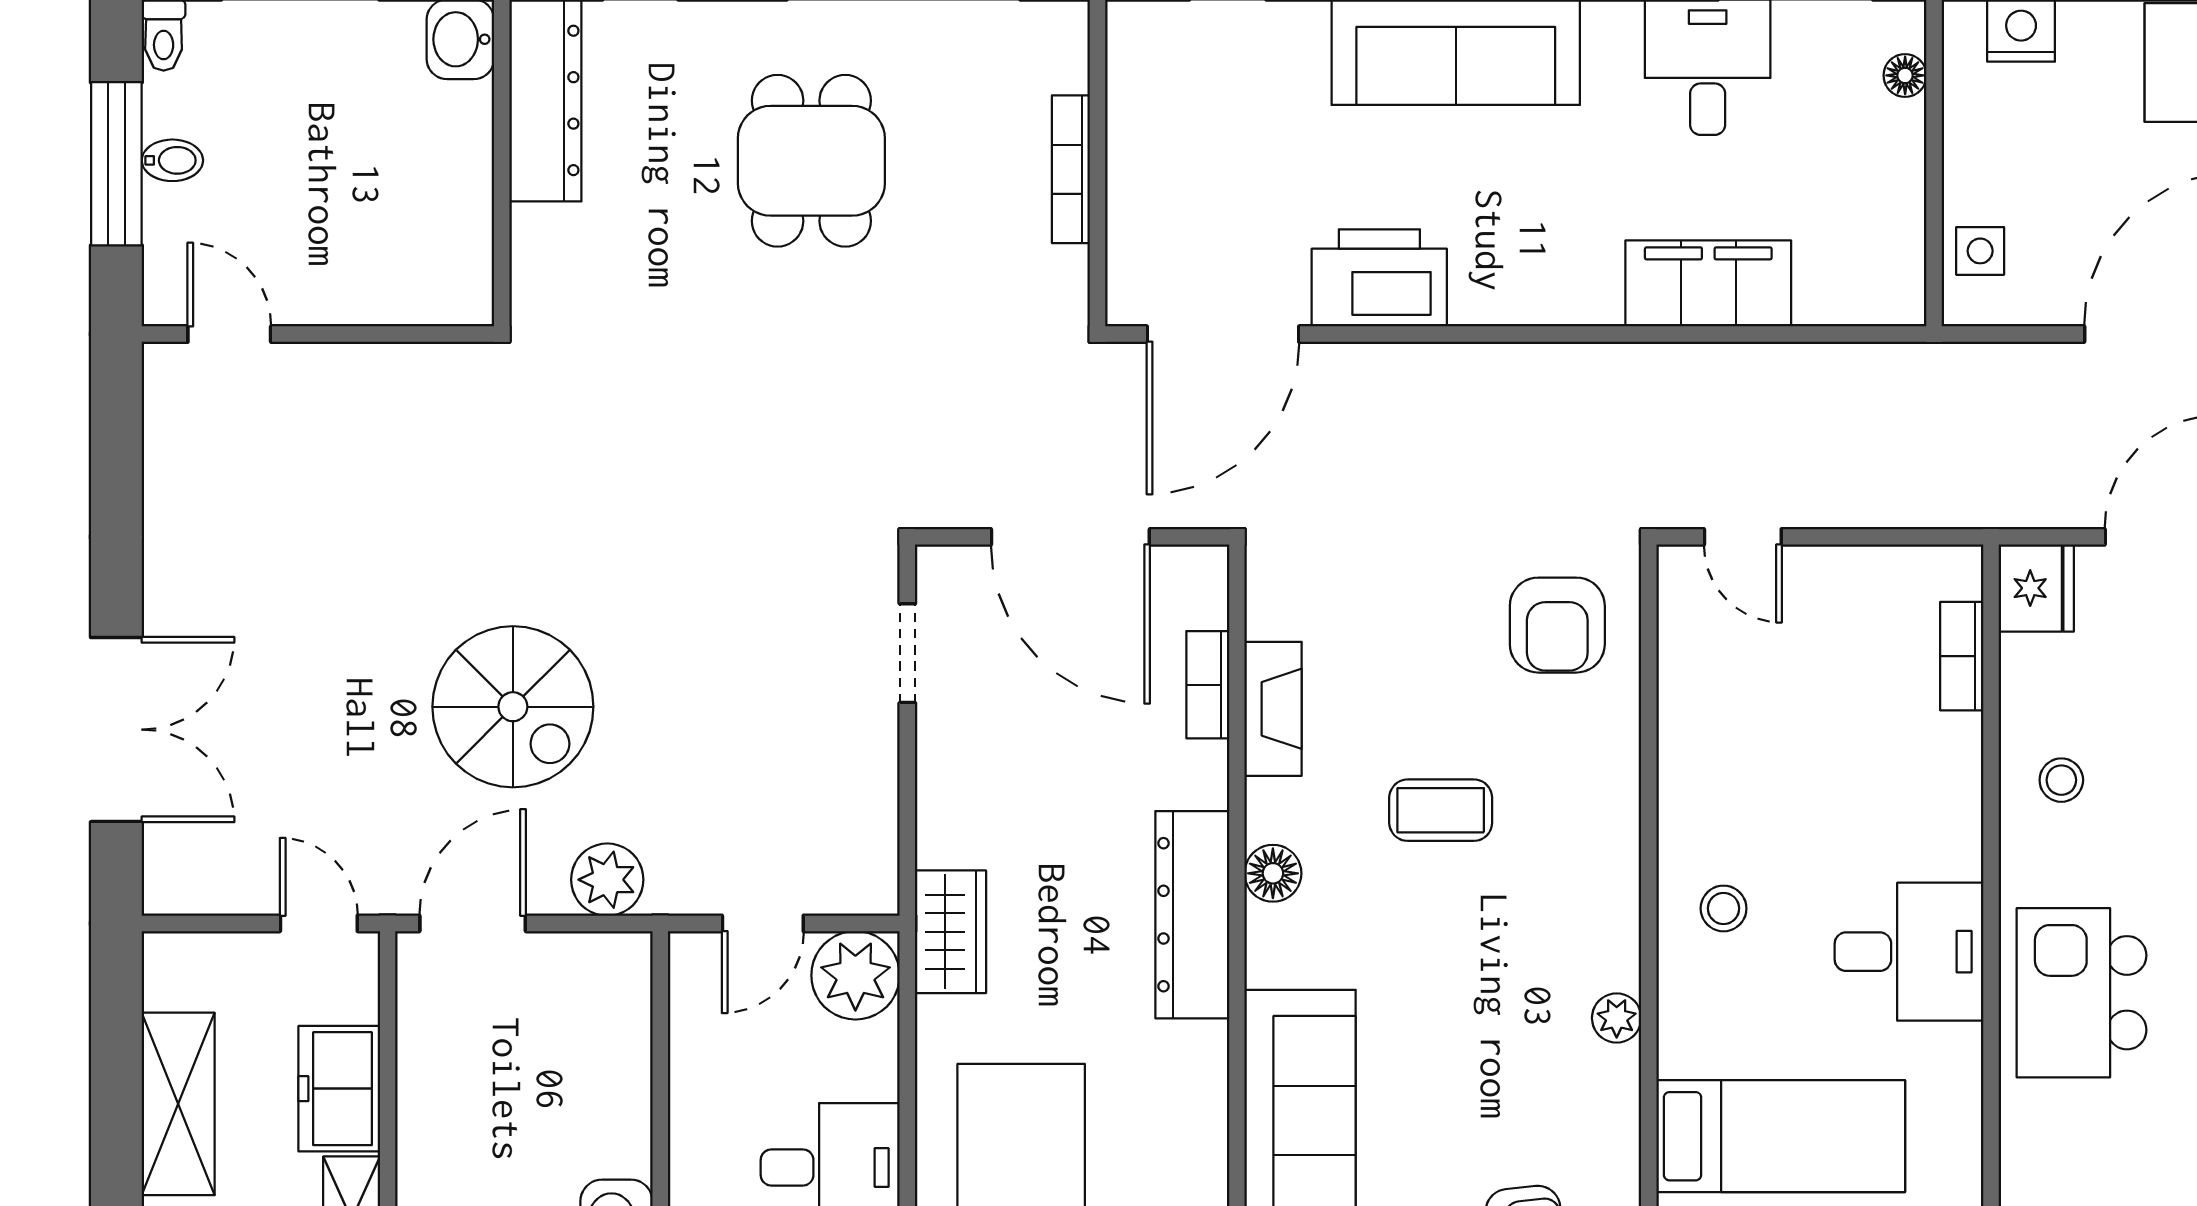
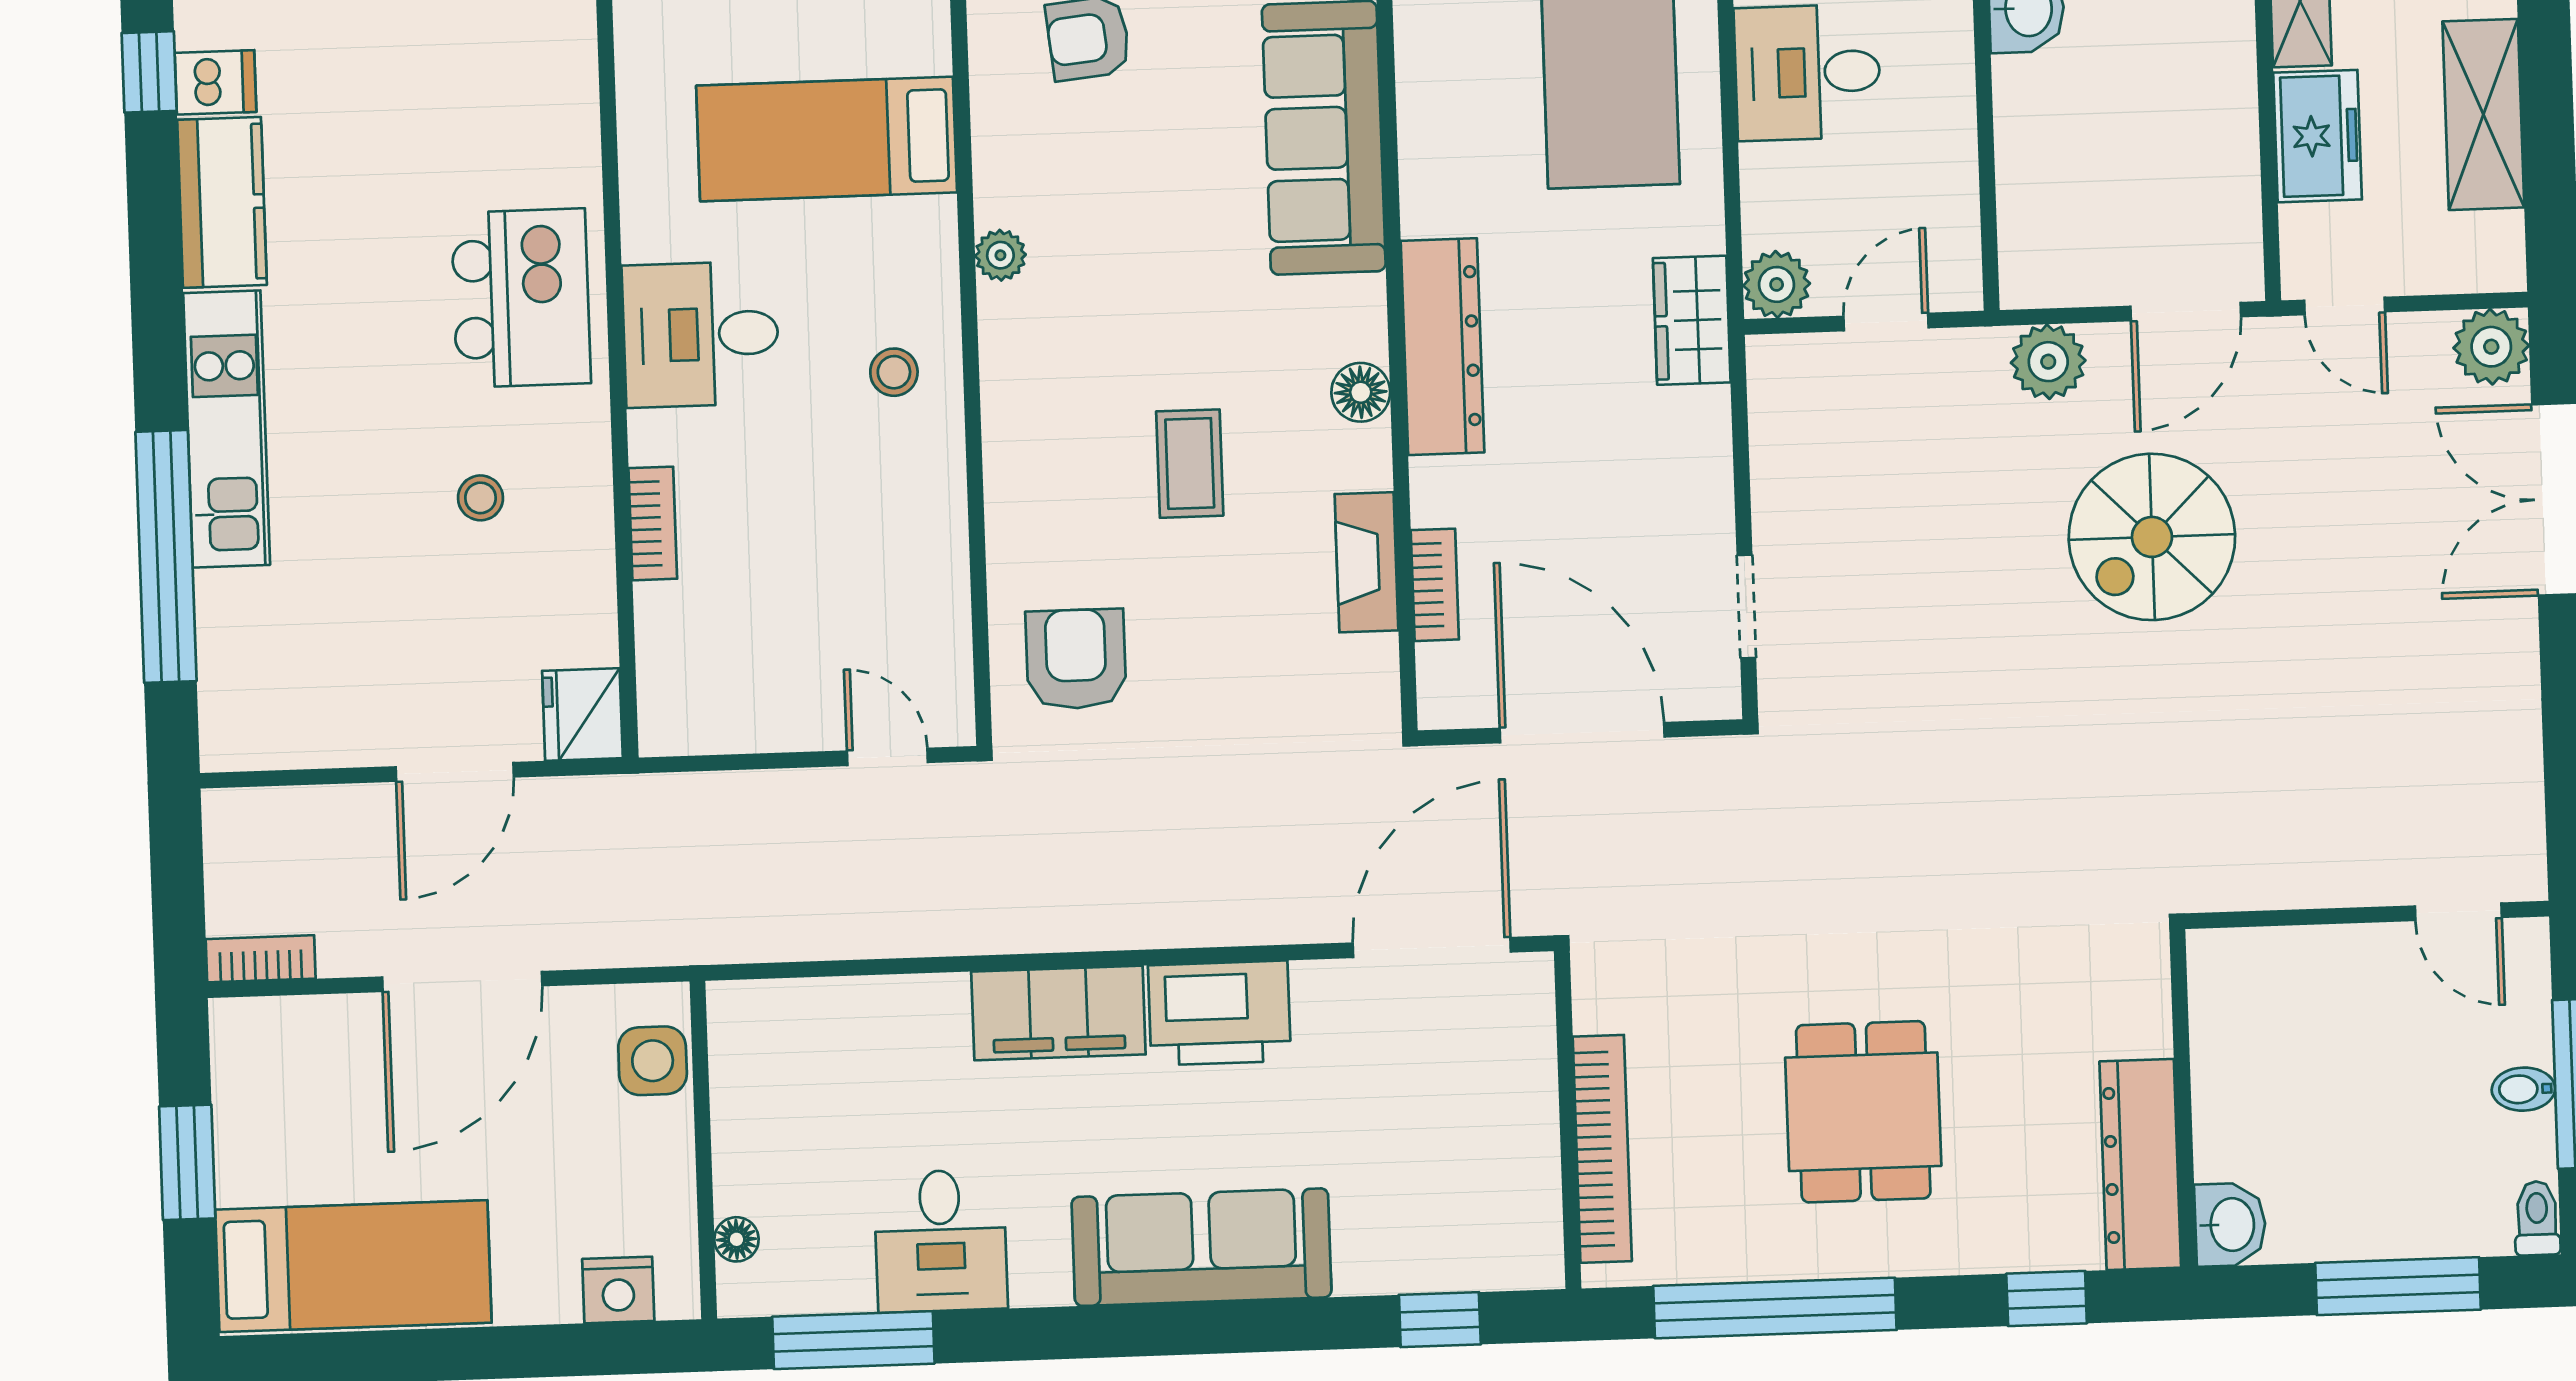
bookcase: (1071, 169) -> (1602, 1149), width x1.48, depth x1.31
side table: (1980, 251) -> (653, 1061), width x1.37, depth x1.37
printer: (1379, 278) -> (1219, 1013), moved
filing cabinet: (1708, 283) -> (1058, 1013), moved
bookcase: (1962, 656) -> (653, 523), moved
spiral stairs: (513, 707) -> (2152, 537), turned -90
stool: (2061, 780) -> (481, 498), moved
coffee table: (1441, 810) -> (1190, 464), turned 90
plant: (178, 879) -> (2491, 347), added
plant: (855, 975) -> (1777, 284), width x0.73, depth x0.73

